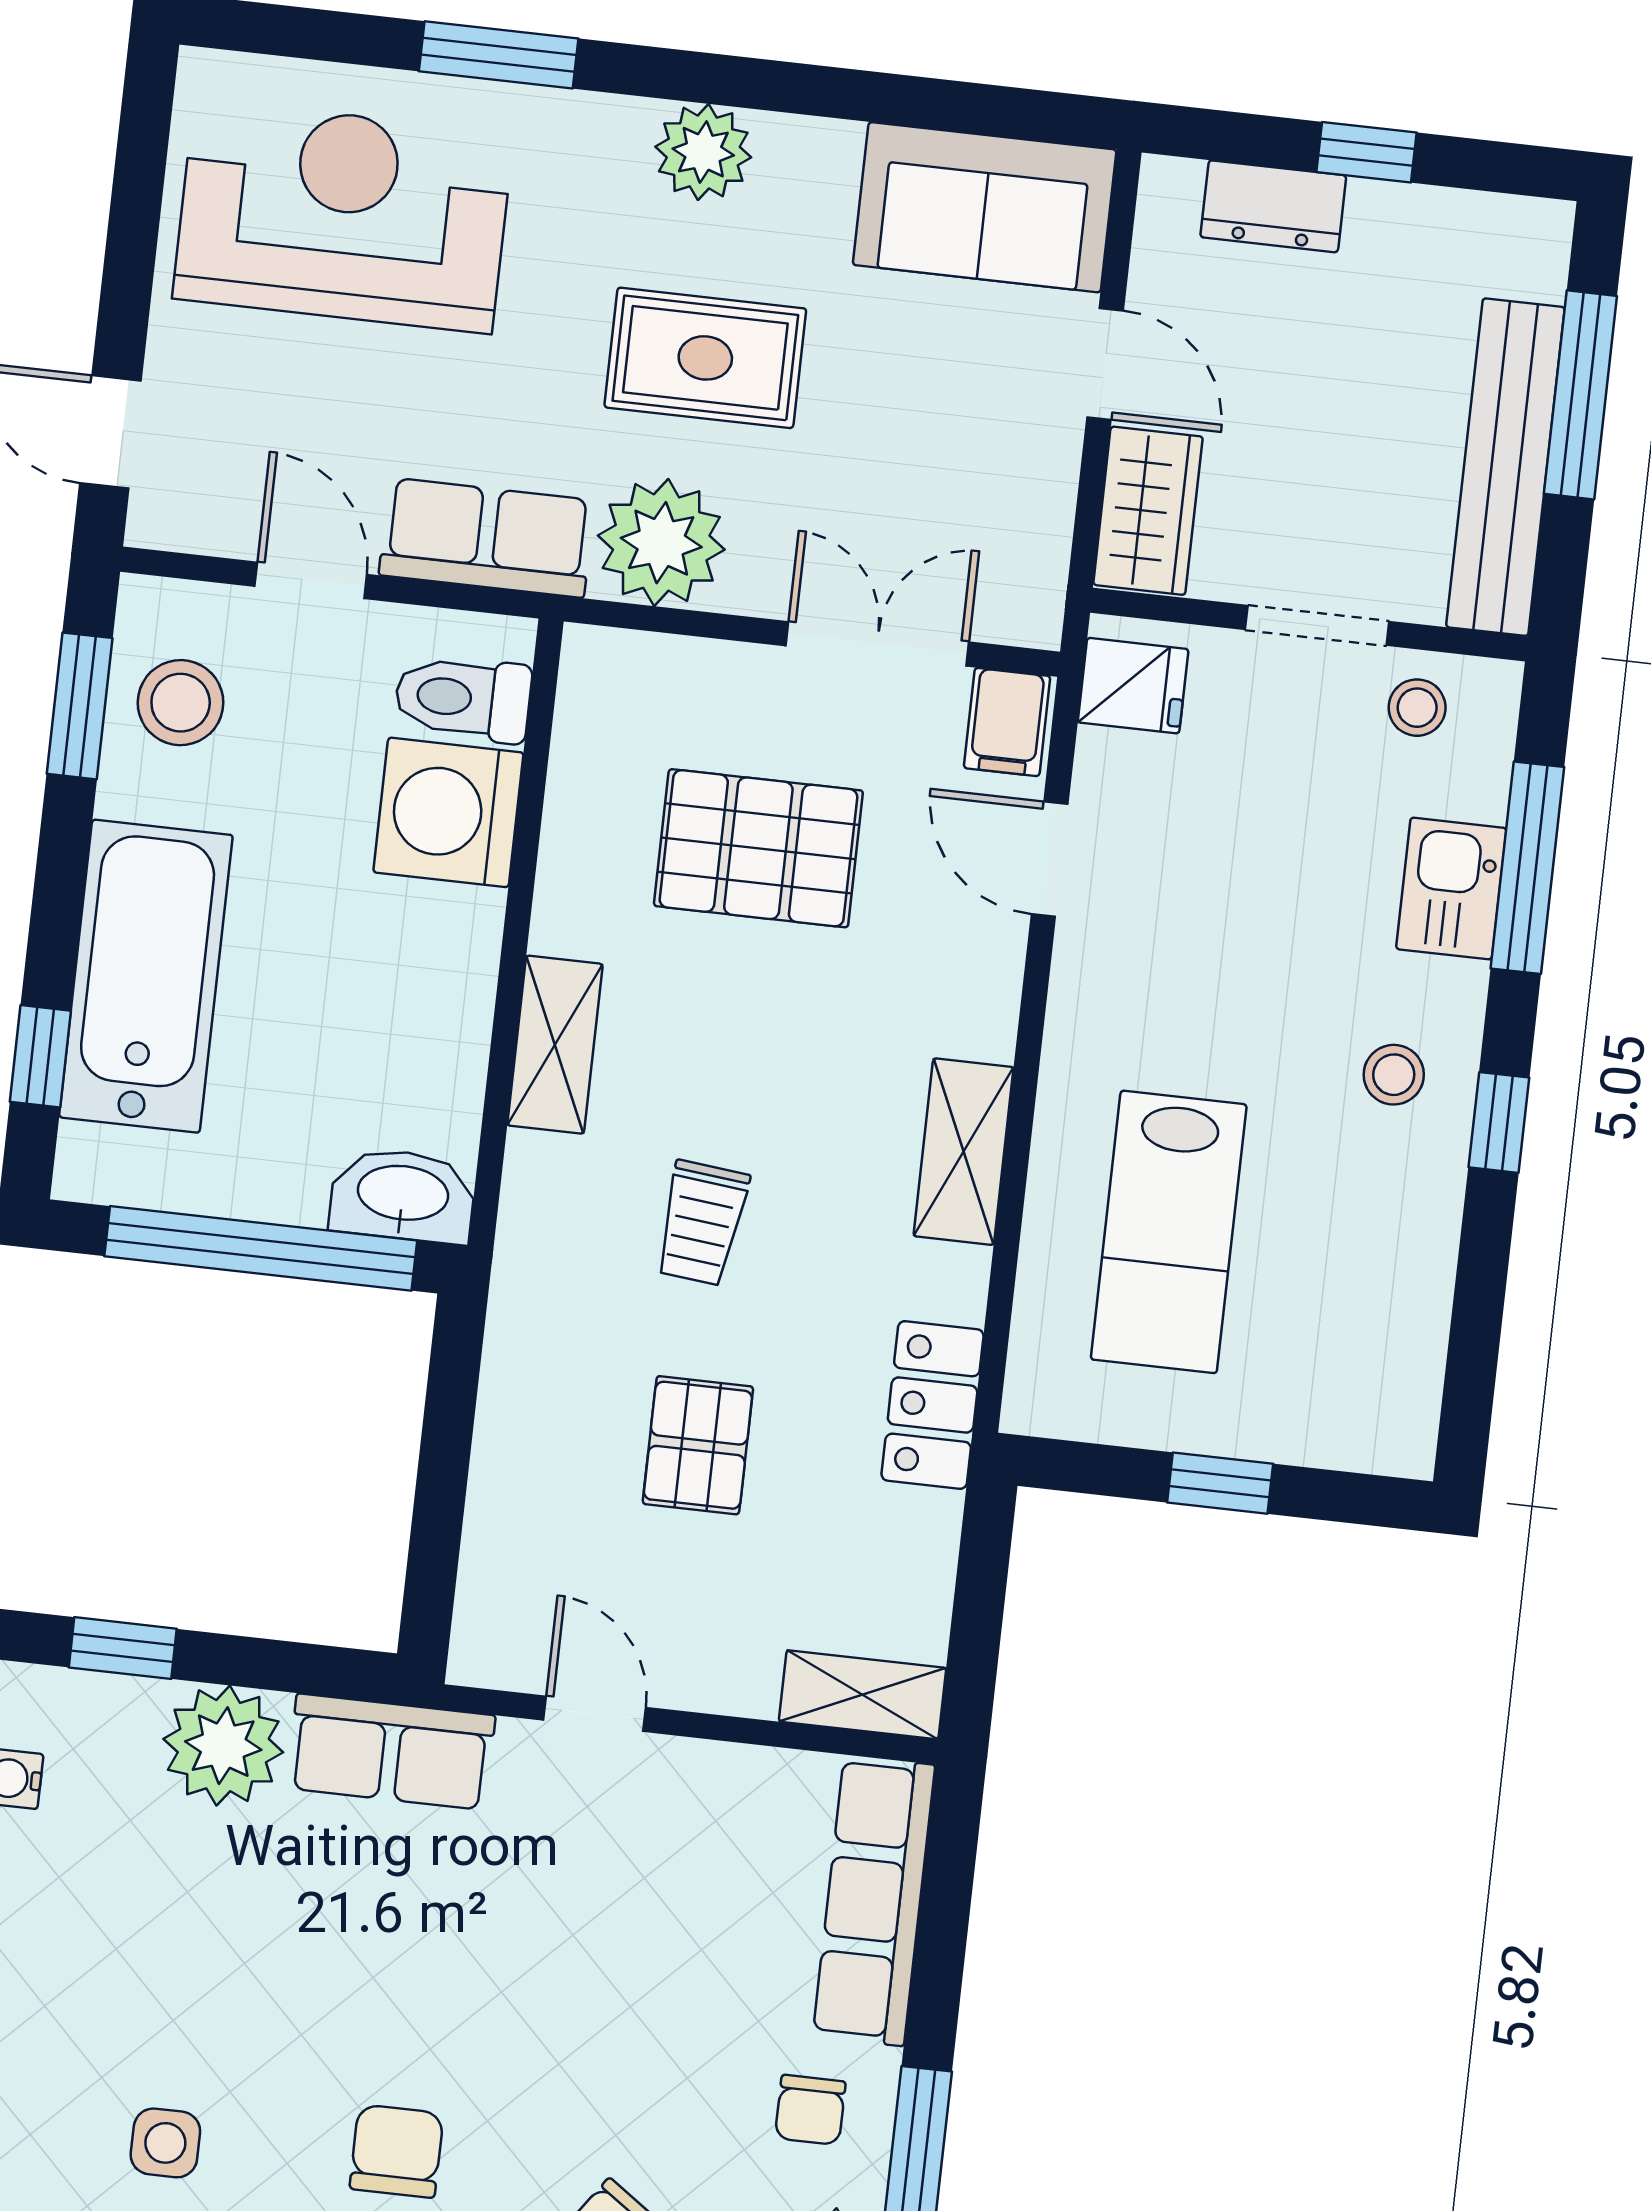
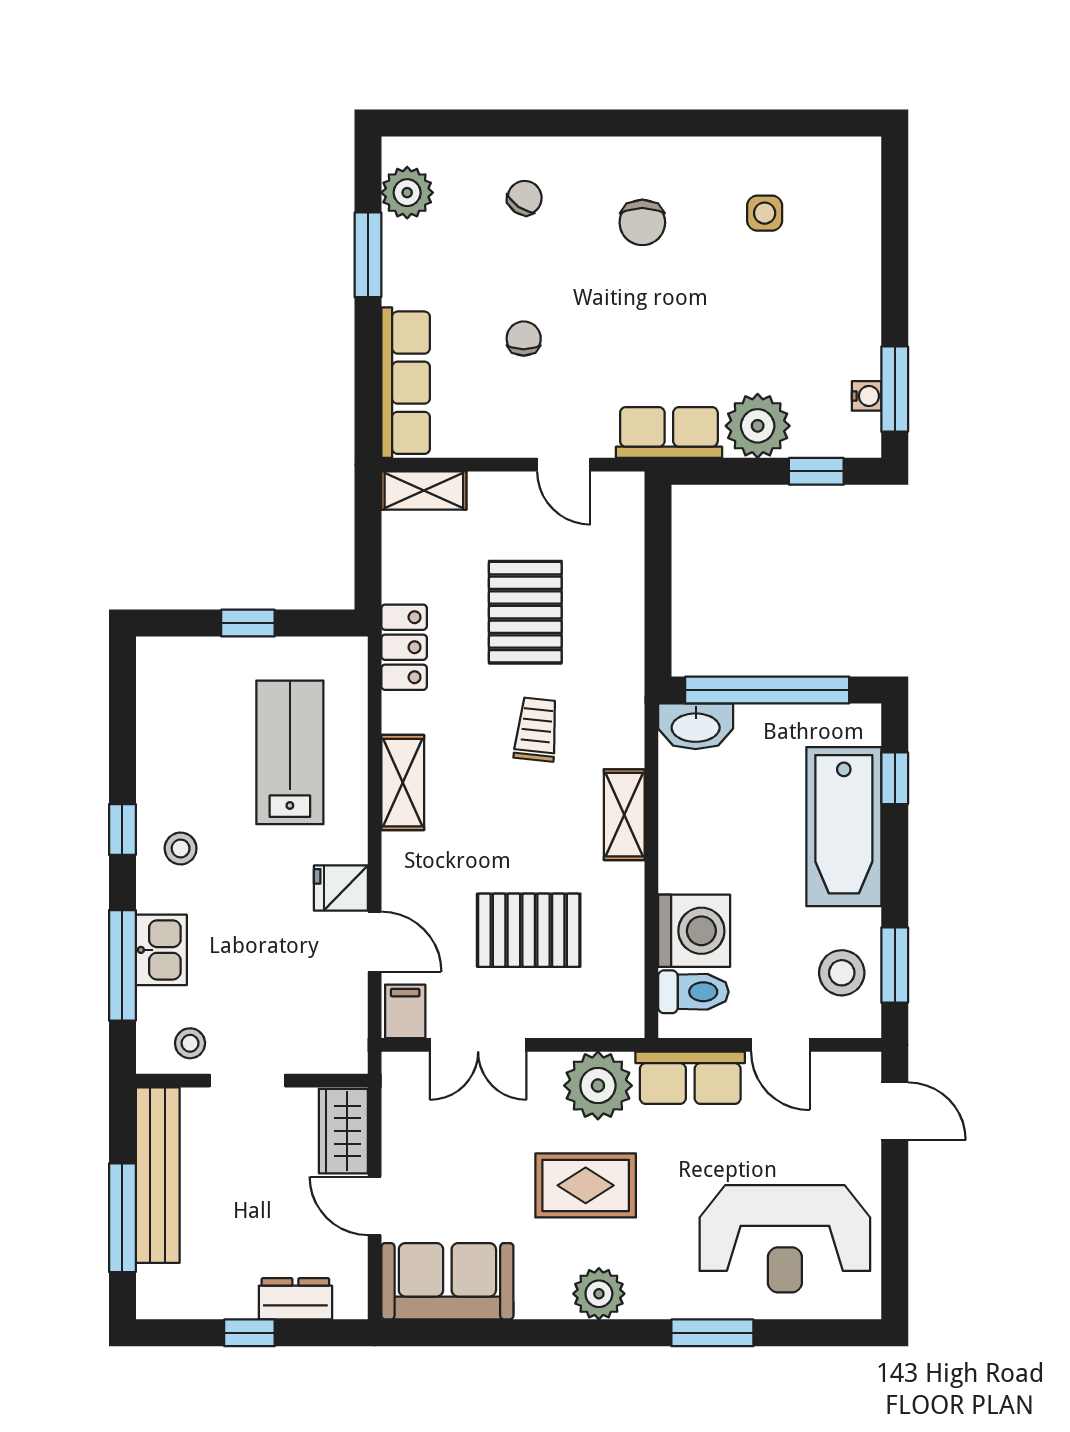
fridge: (1133, 686) -> (341, 888), moved
pallet: (698, 1445) -> (525, 612), width x1.50, depth x1.42
chair: (810, 2110) -> (524, 339), moved

